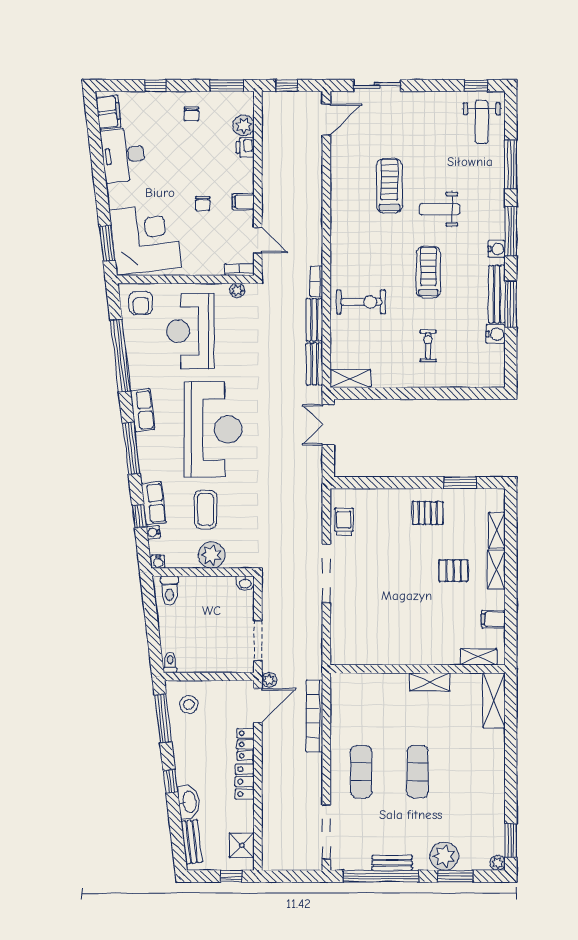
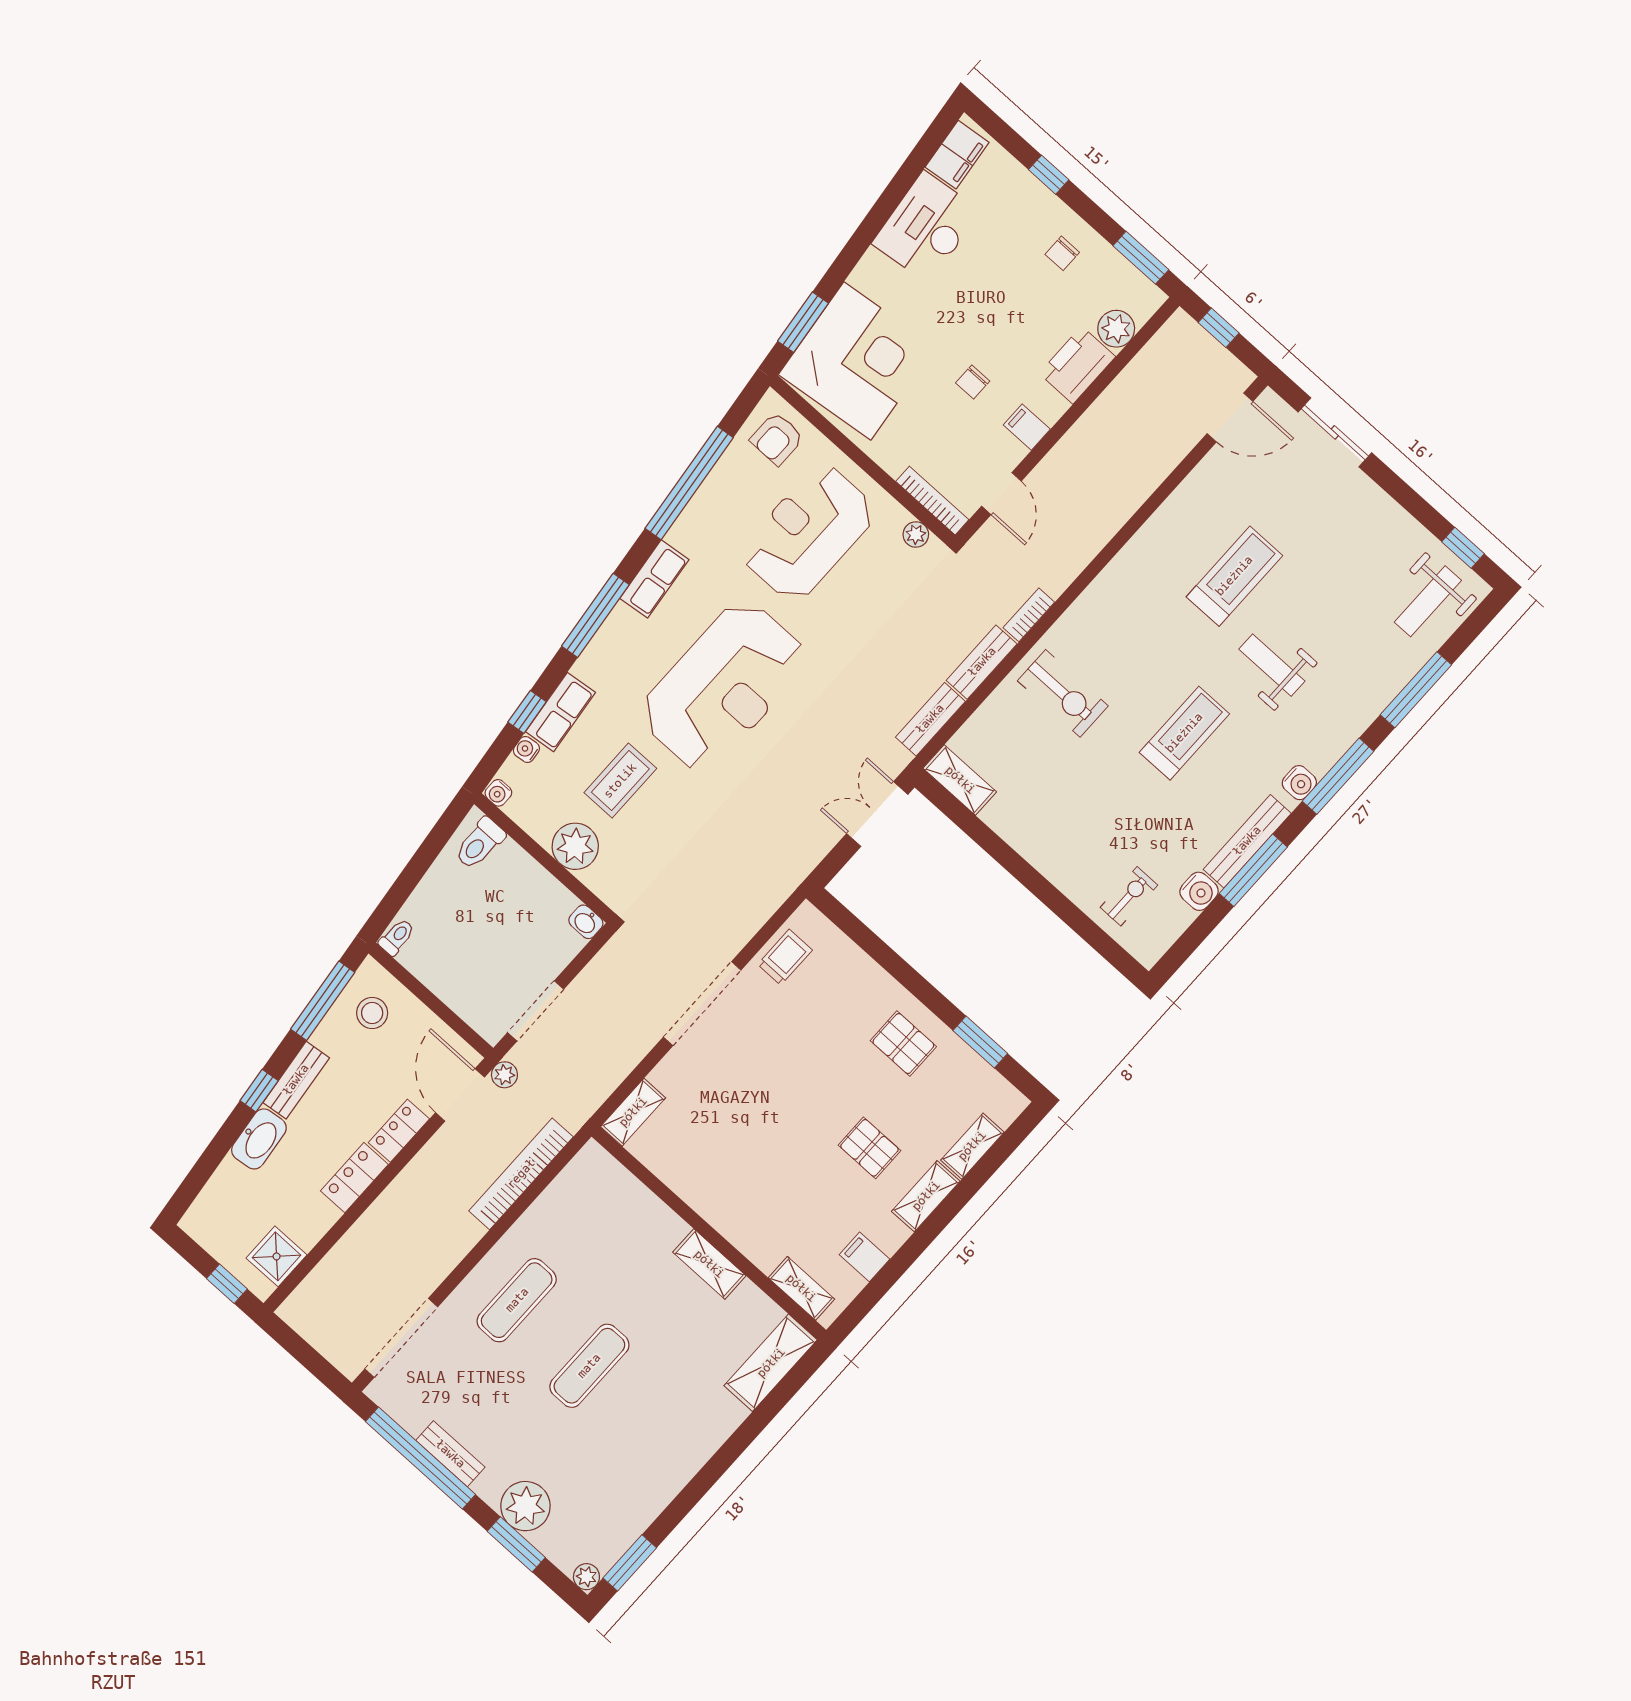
printer: (245, 147) -> (1077, 365), width x1.87, depth x1.48
bookcase: (239, 270) -> (932, 501), width x1.56
exercise bike: (428, 346) -> (1129, 896), moved
shelving: (339, 646) -> (633, 1112), added
door: (258, 706) -> (460, 1095), swing flipped
bench: (192, 842) -> (296, 1080), moved

